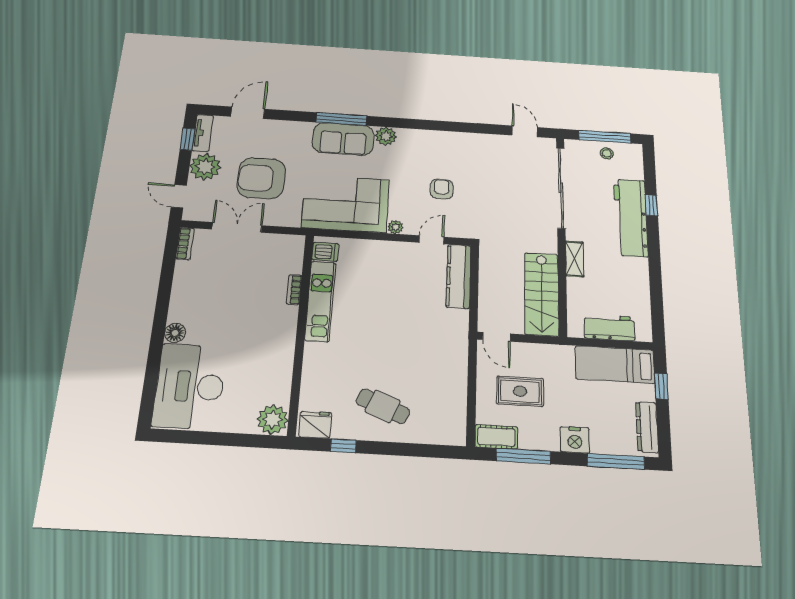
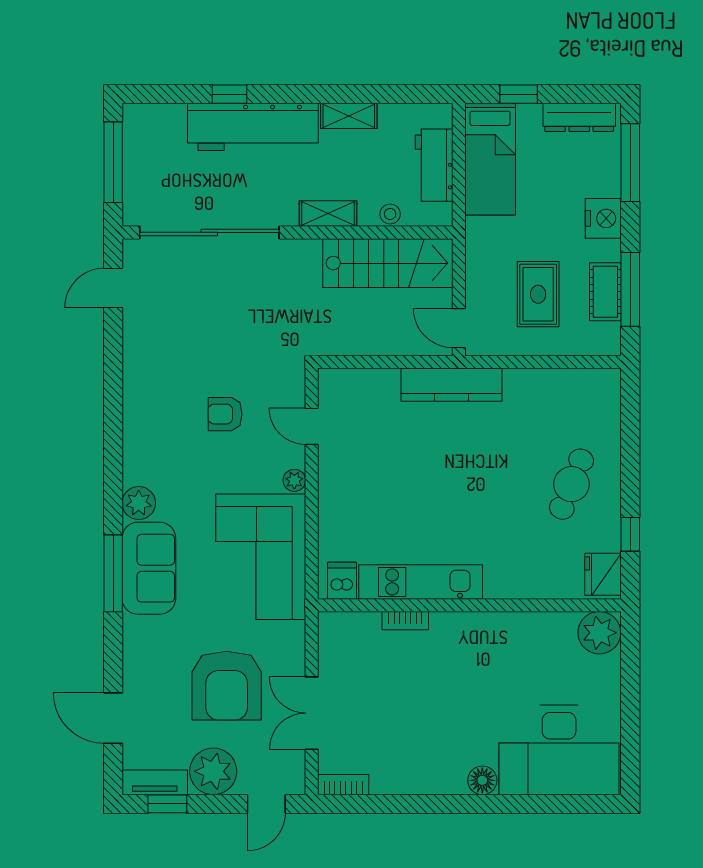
stool: (607, 153) -> (390, 214), moved
kitchen counter: (459, 276) -> (451, 385), moved
shelving: (641, 276) -> (349, 116), added
door: (497, 337) -> (459, 328), swing flipped
cot: (496, 437) -> (605, 292), moved

